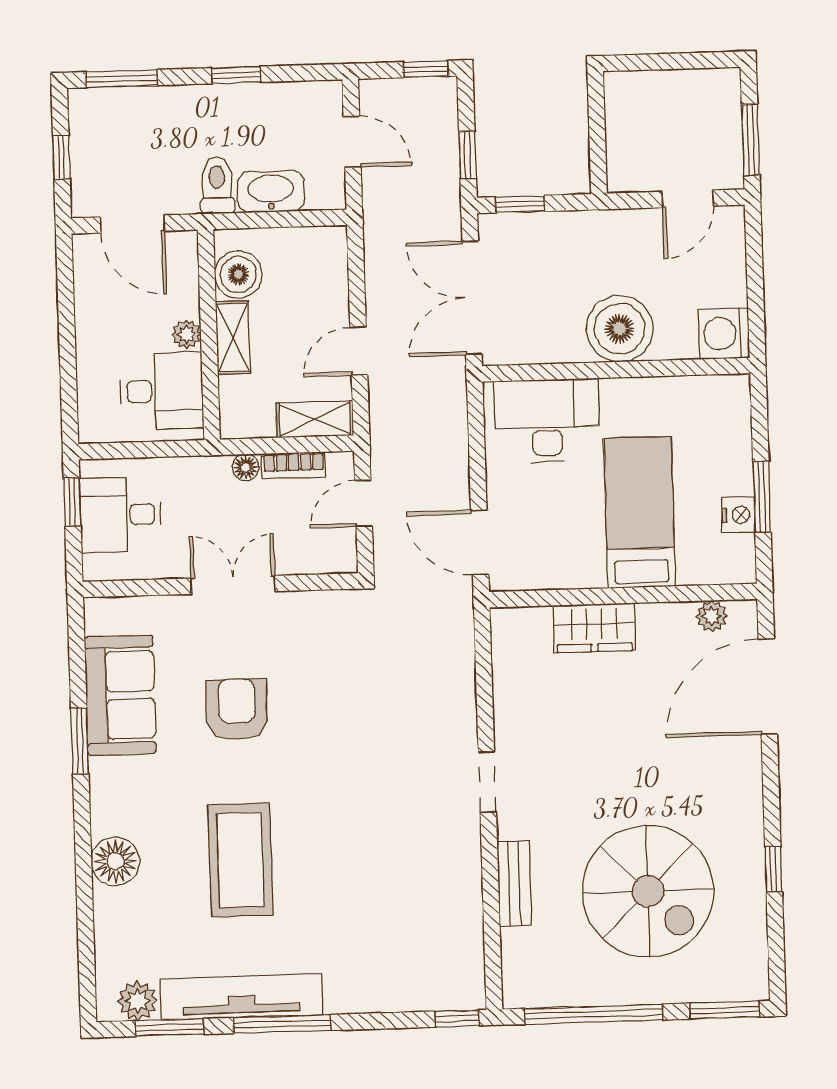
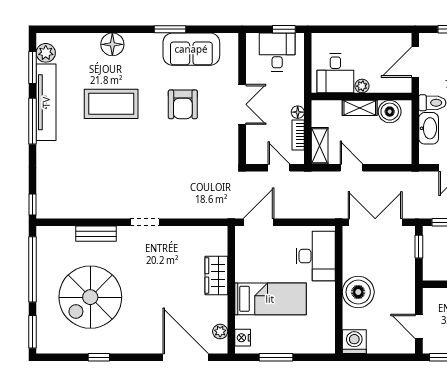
nightstand: (738, 515) -> (243, 338), moved, turned 90
armchair: (237, 709) -> (183, 104), turned 90

